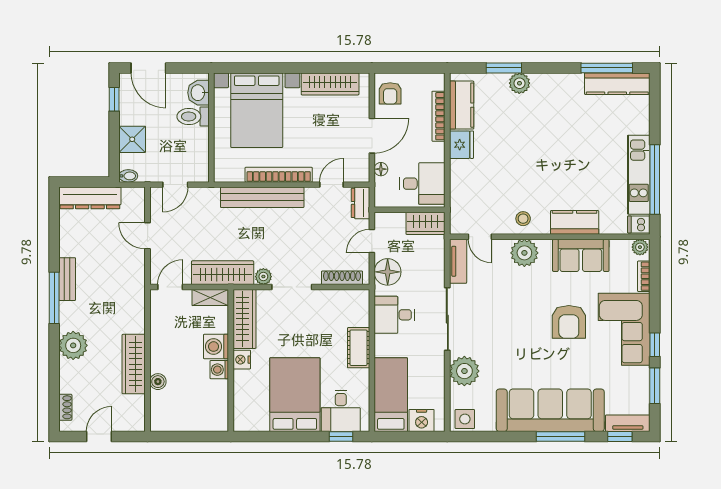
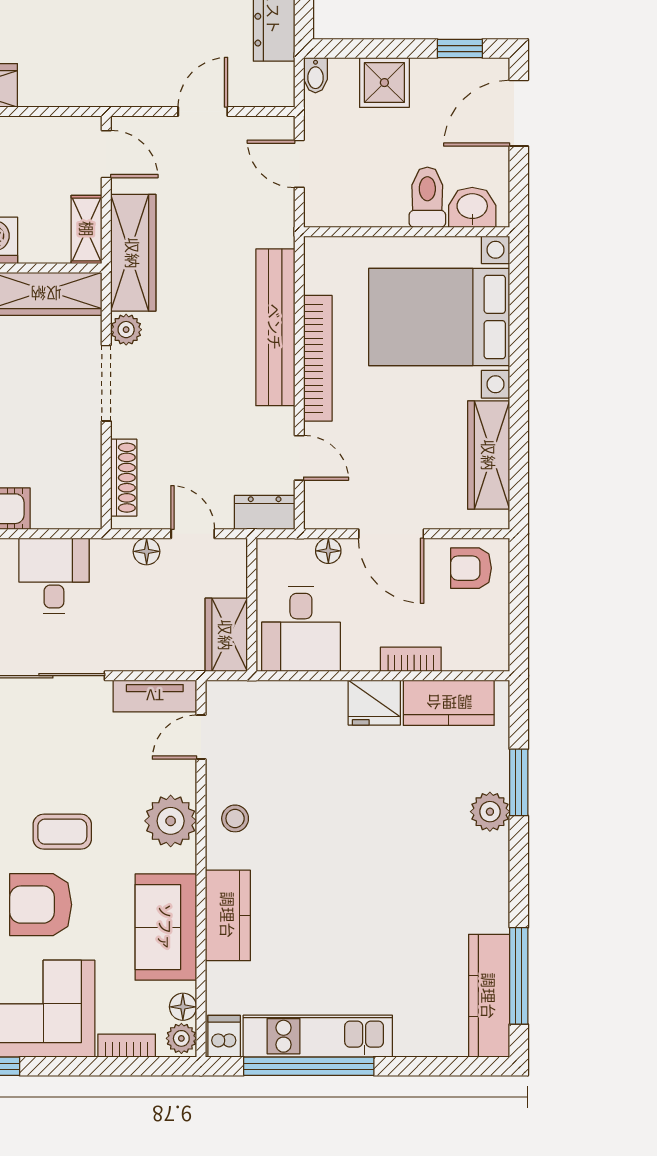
bookcase: (438, 116) -> (411, 659), width x0.64
floor lamp: (623, 246) -> (183, 1007), added
floor lamp: (388, 272) -> (147, 551), width x0.53, depth x0.53
coffee table: (530, 310) -> (62, 832), added

